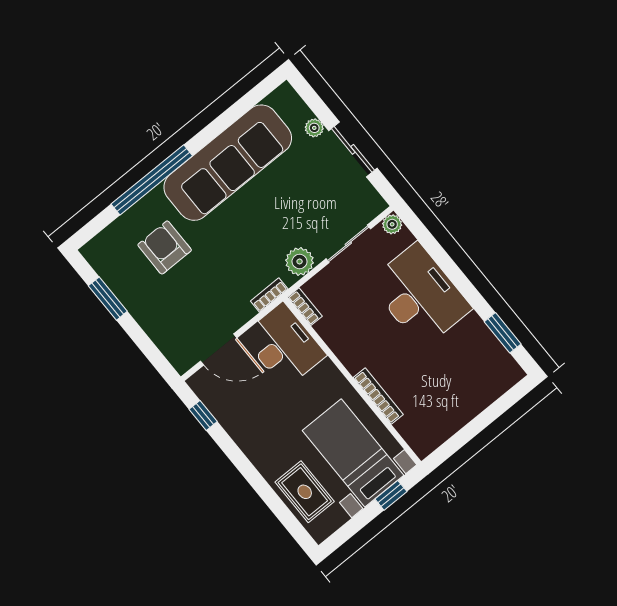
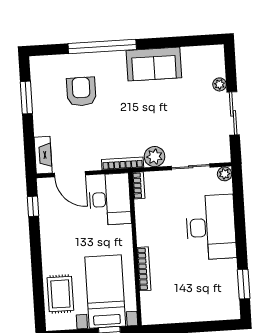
sofa: (228, 163) -> (154, 64), width x0.54, depth x0.79
bookcase: (269, 295) -> (123, 163), width x1.56
fireplace: (173, 350) -> (43, 155), added

